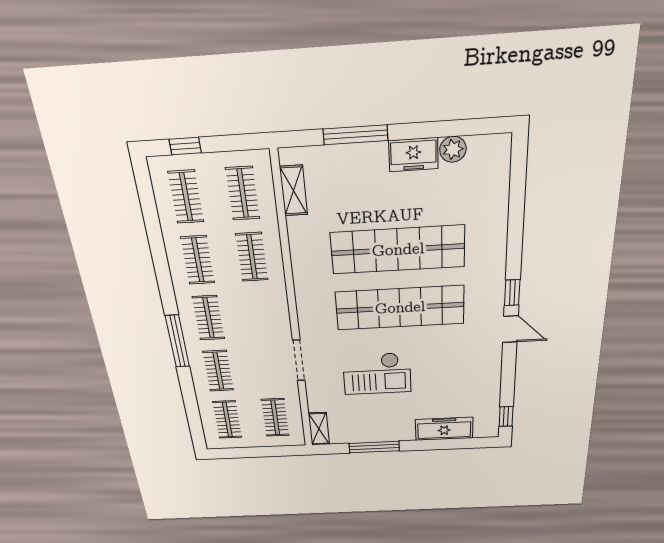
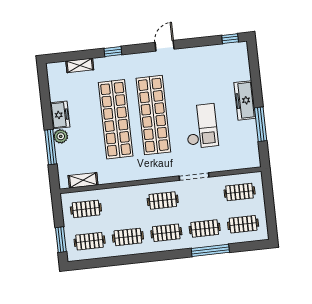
window: (185, 146) -> (61, 240), width x1.50
plant: (453, 149) -> (61, 136), moved
clothes rail: (252, 257) -> (163, 200), moved
window: (512, 293) -> (113, 52), moved
window: (177, 341) -> (210, 250), moved
shelving: (319, 429) -> (80, 65), moved
freezer: (444, 429) -> (245, 100), moved

